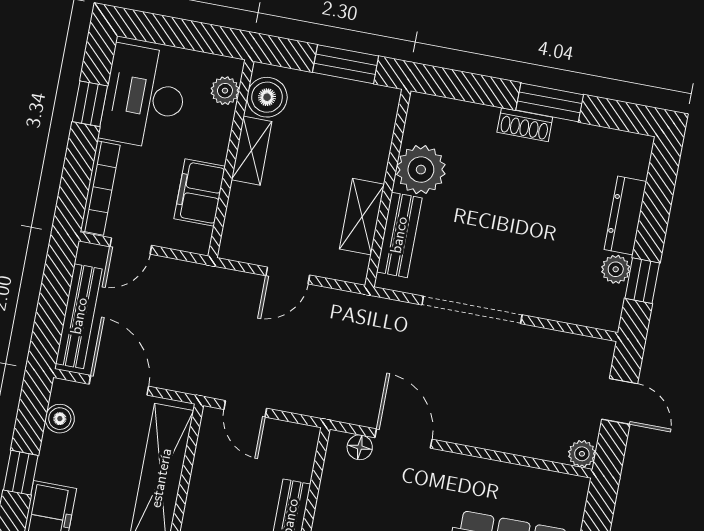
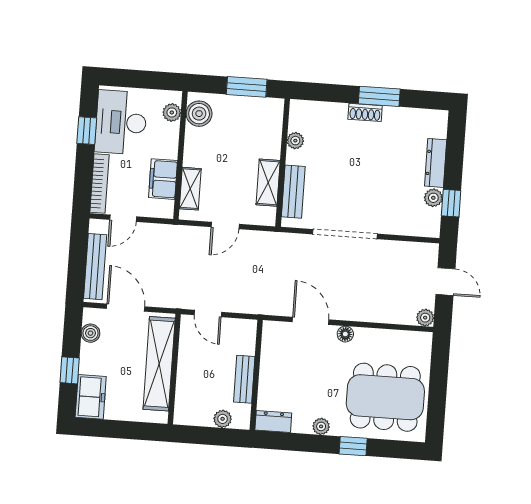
shelving: (252, 151) -> (190, 189), moved
plant: (421, 170) -> (295, 141), width x0.53, depth x0.53
floor lamp: (360, 447) -> (345, 334), moved

